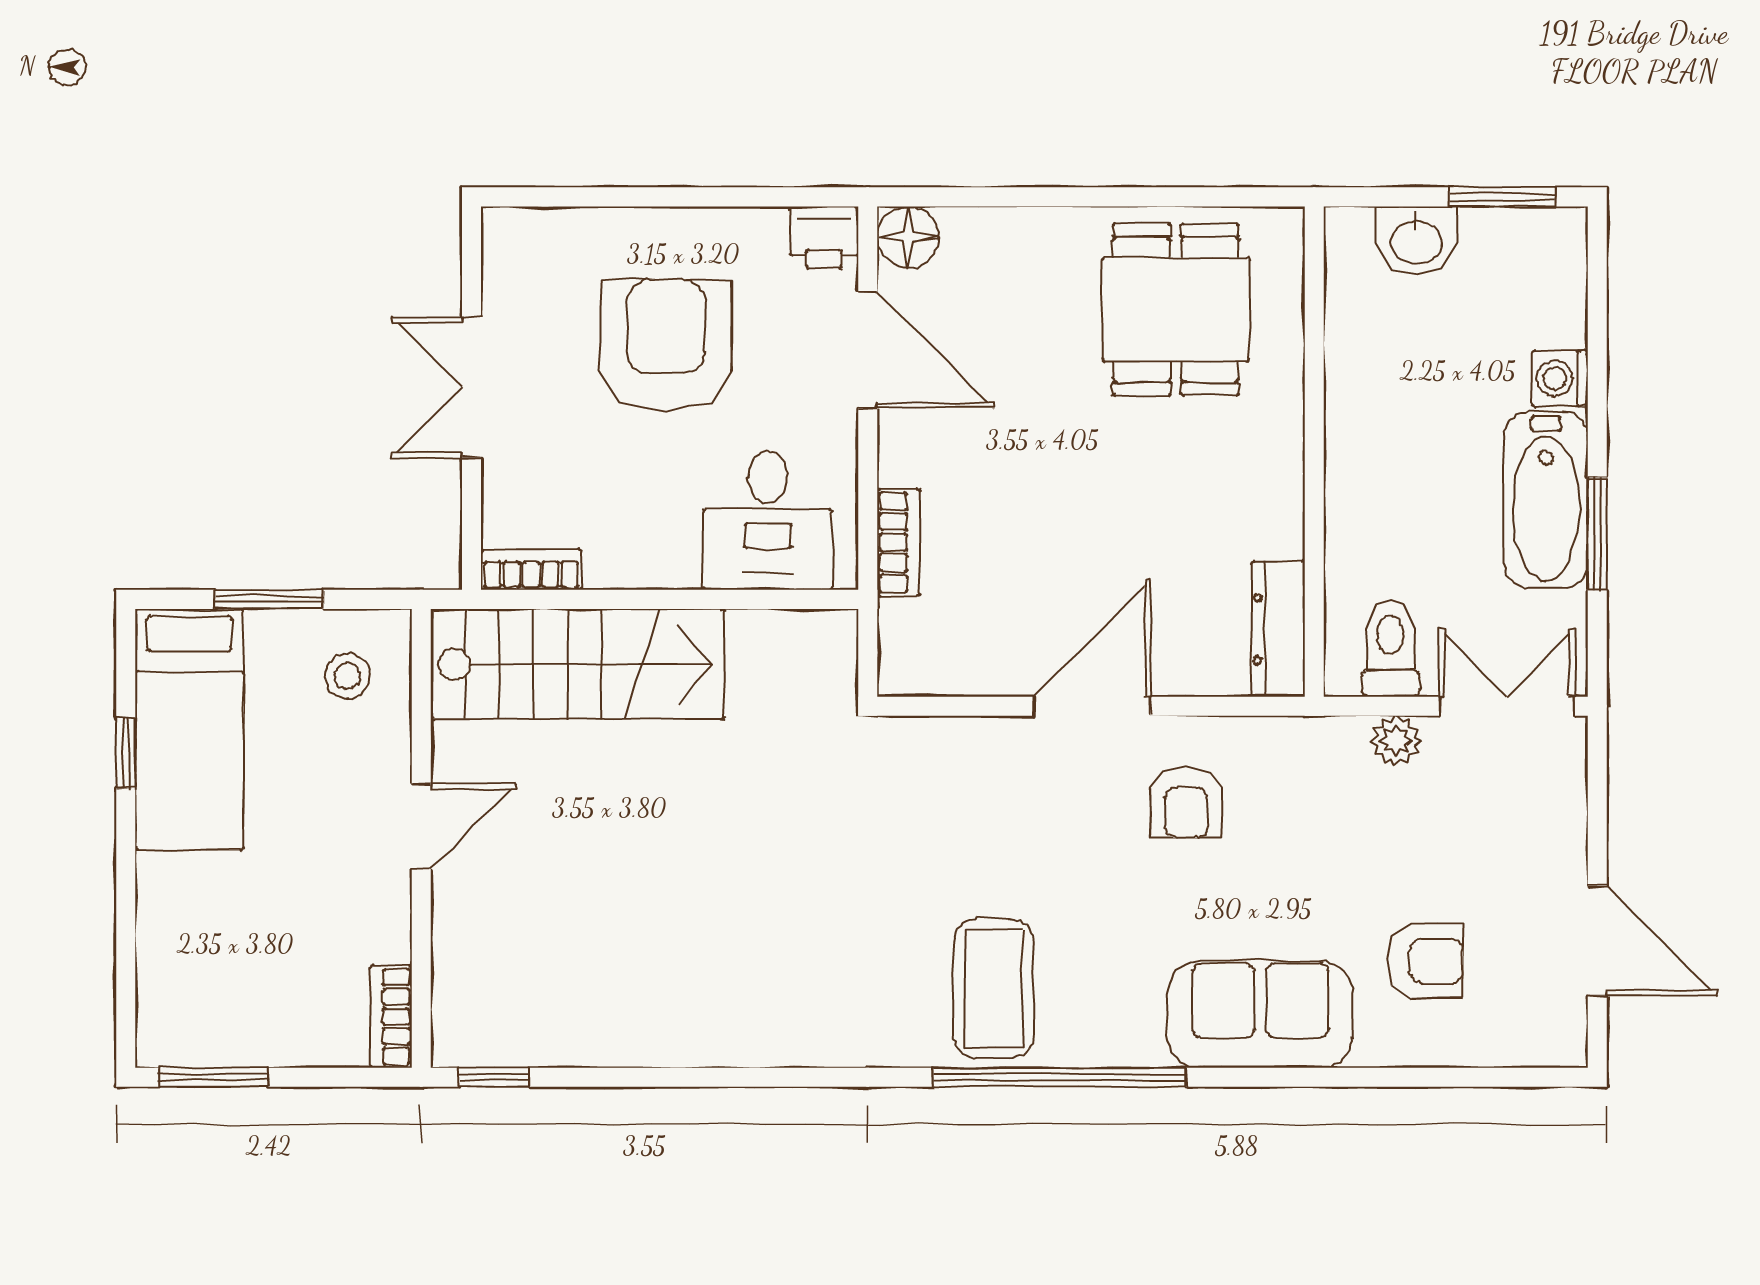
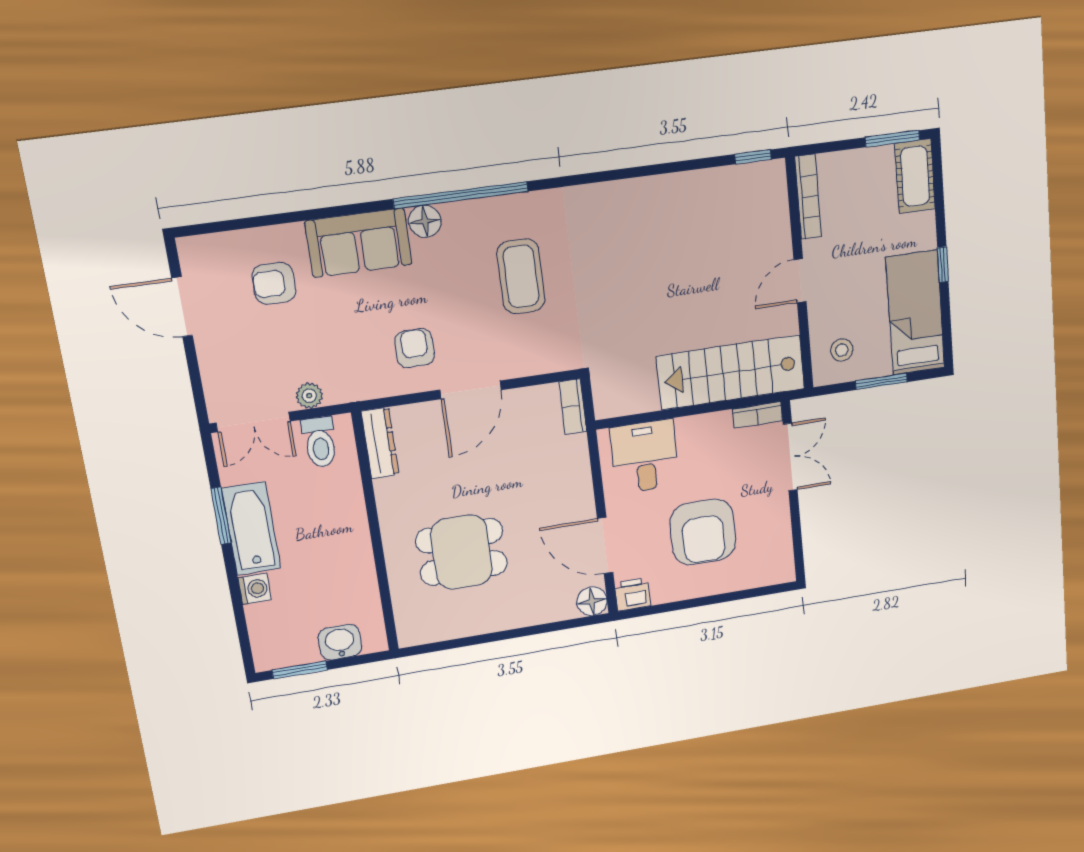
dining table: (1176, 310) -> (462, 552), moved, turned 90
double door: (472, 387) -> (790, 457), moved
bookcase: (899, 542) -> (573, 407), moved
window: (126, 753) -> (943, 265), moved
coffee table: (994, 989) -> (521, 276), moved
cot: (172, 999) -> (915, 176), added
bookcase: (391, 1017) -> (808, 197), width x1.56
floor lamp: (1133, 1038) -> (425, 221), added

